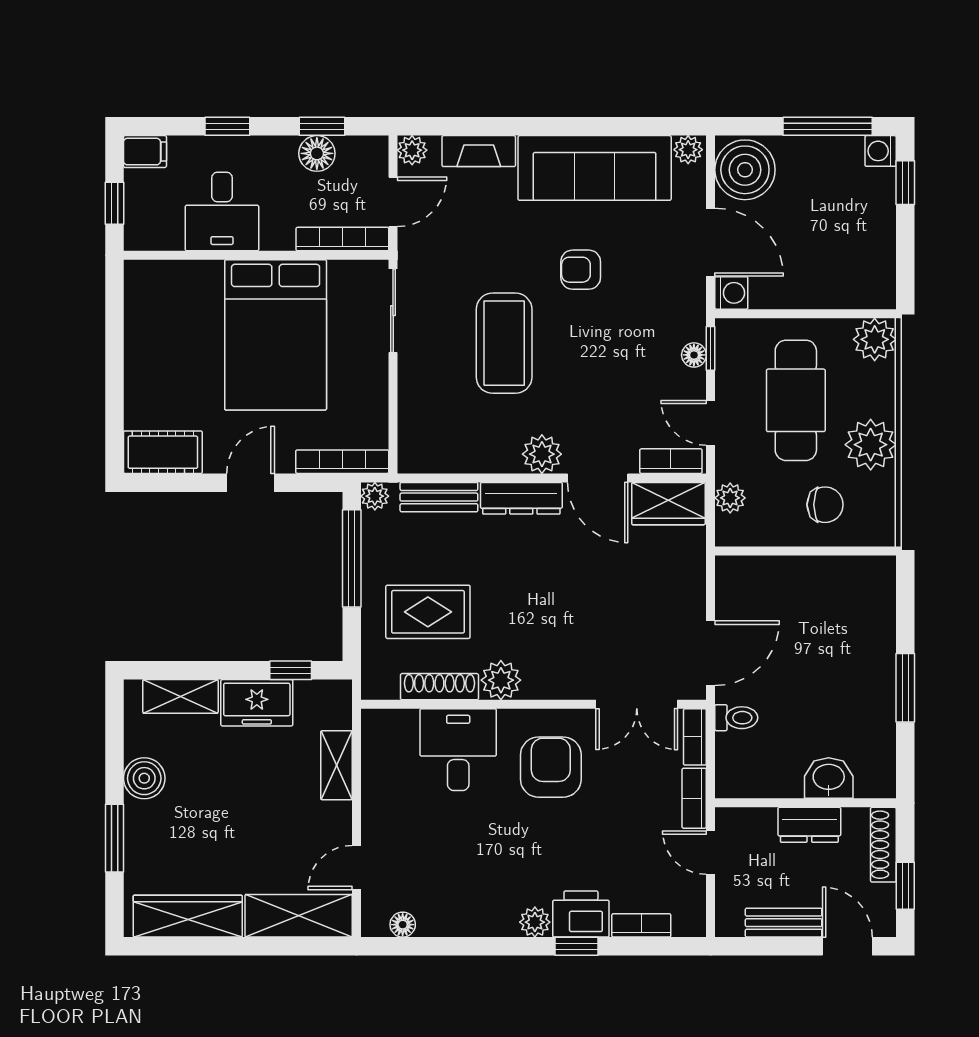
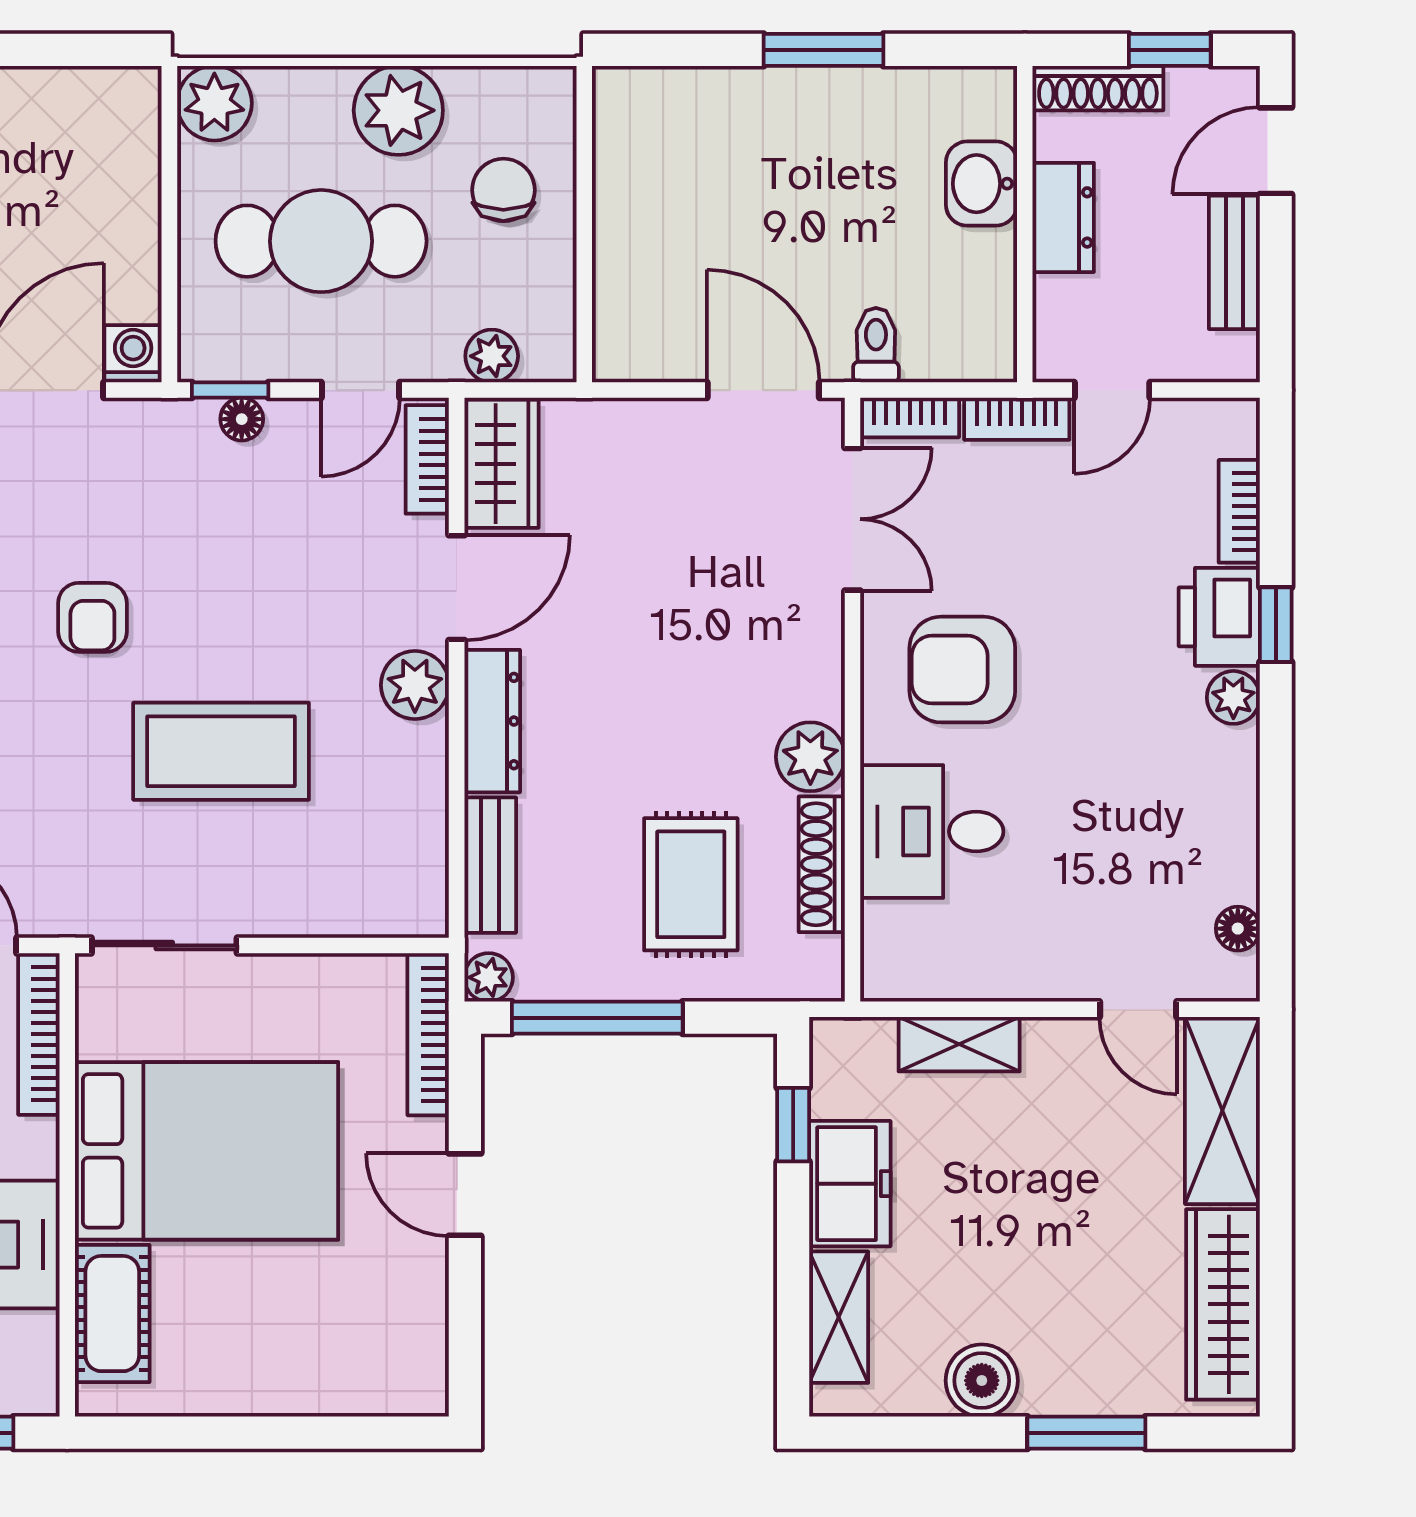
cot: (163, 452) -> (112, 1314), moved

